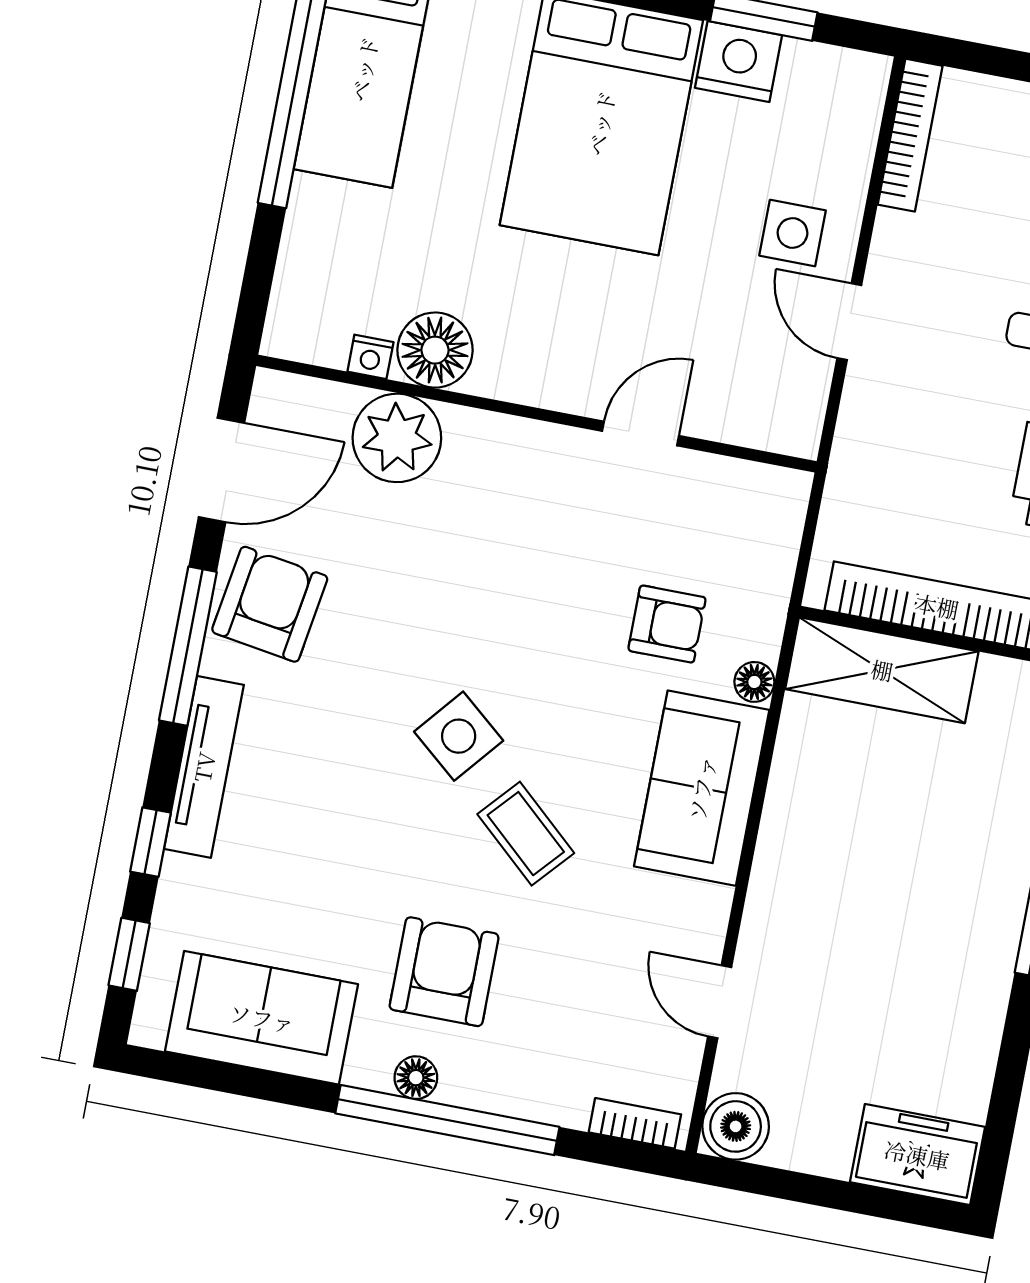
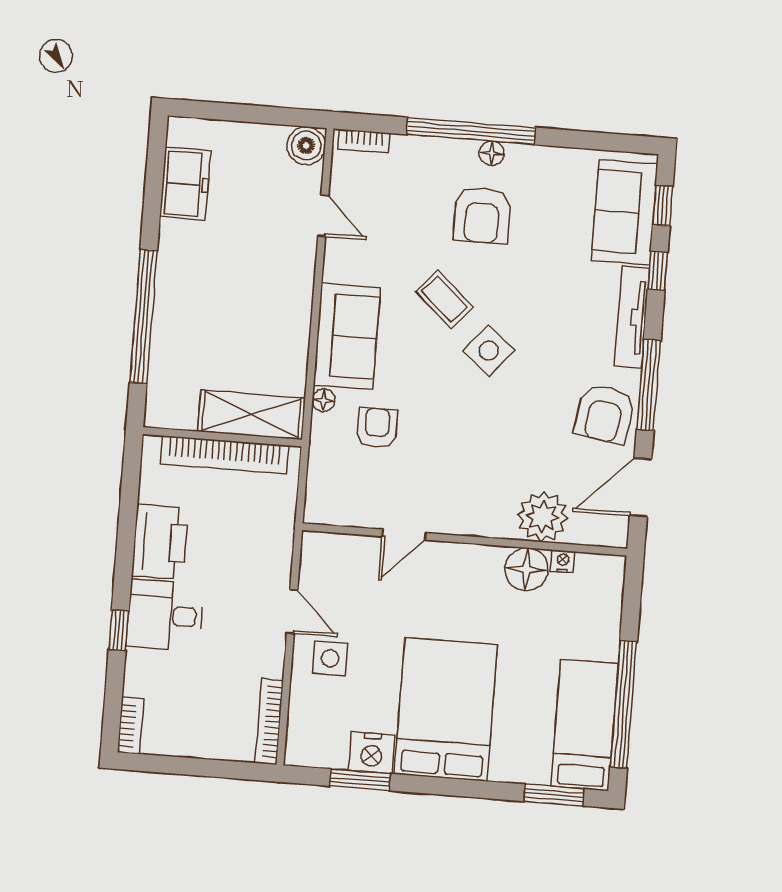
armchair: (667, 624) -> (377, 428), turned 90
sofa: (262, 1018) -> (624, 212), moved, turned 90
freezer: (917, 1155) -> (185, 184), moved, turned -90

